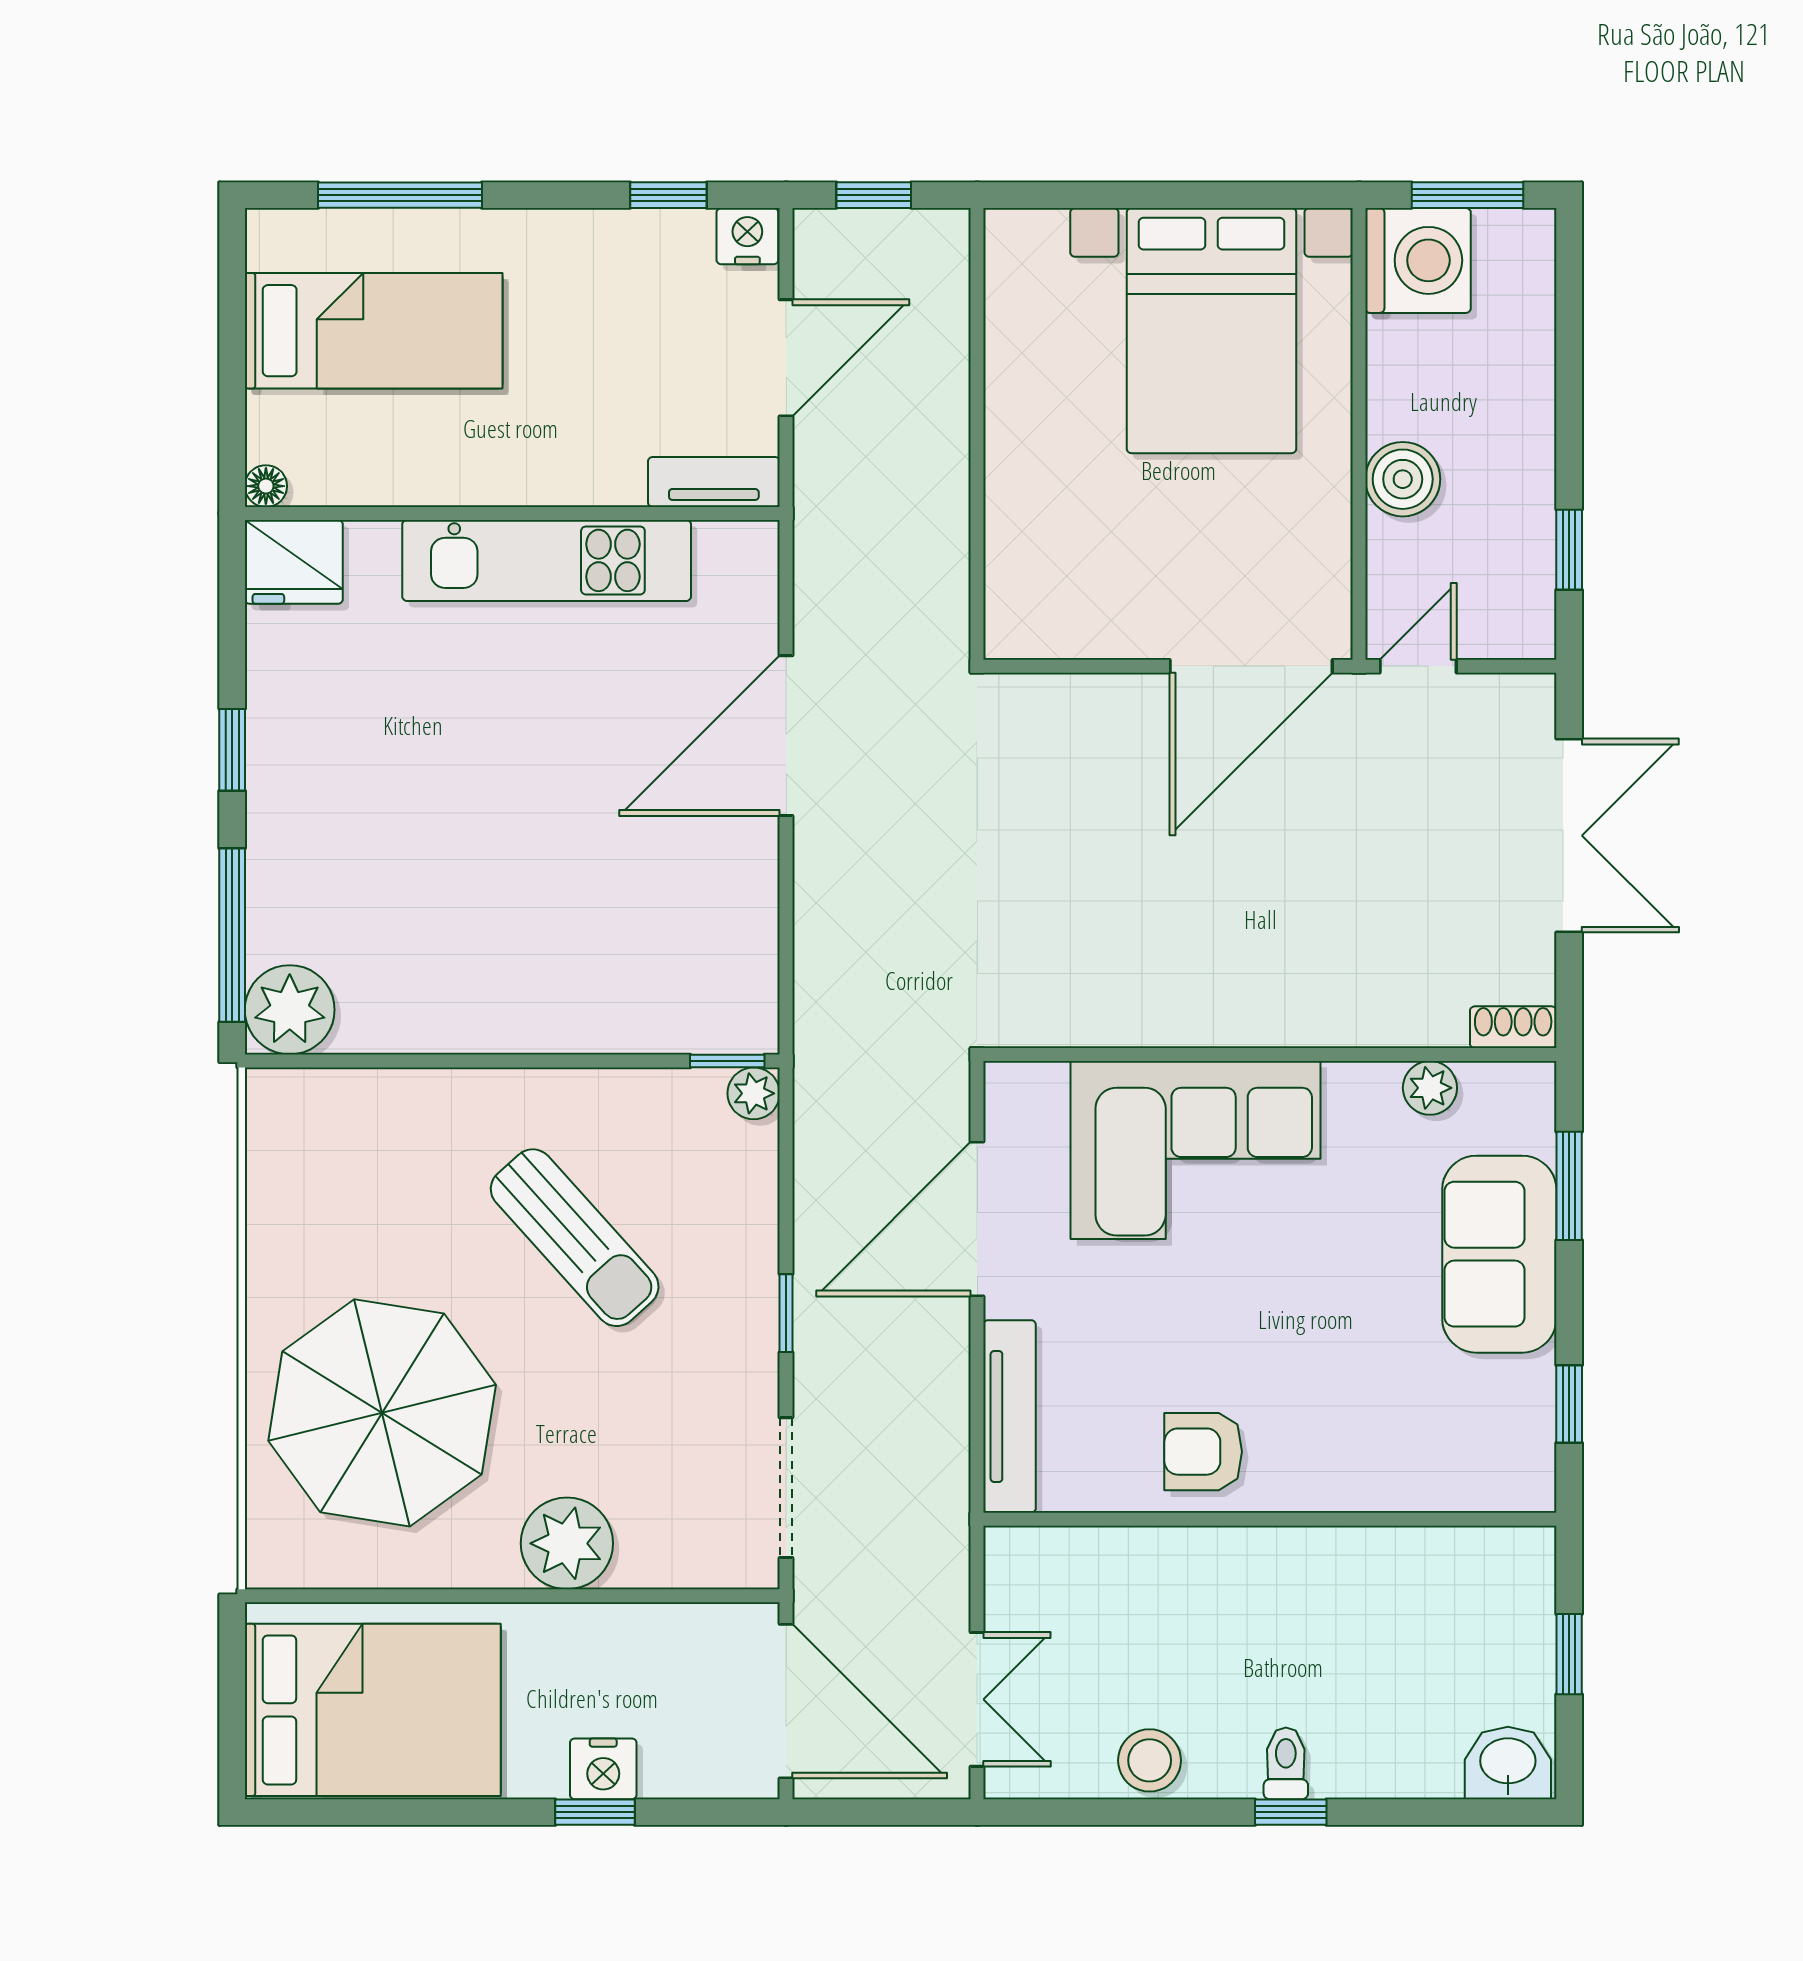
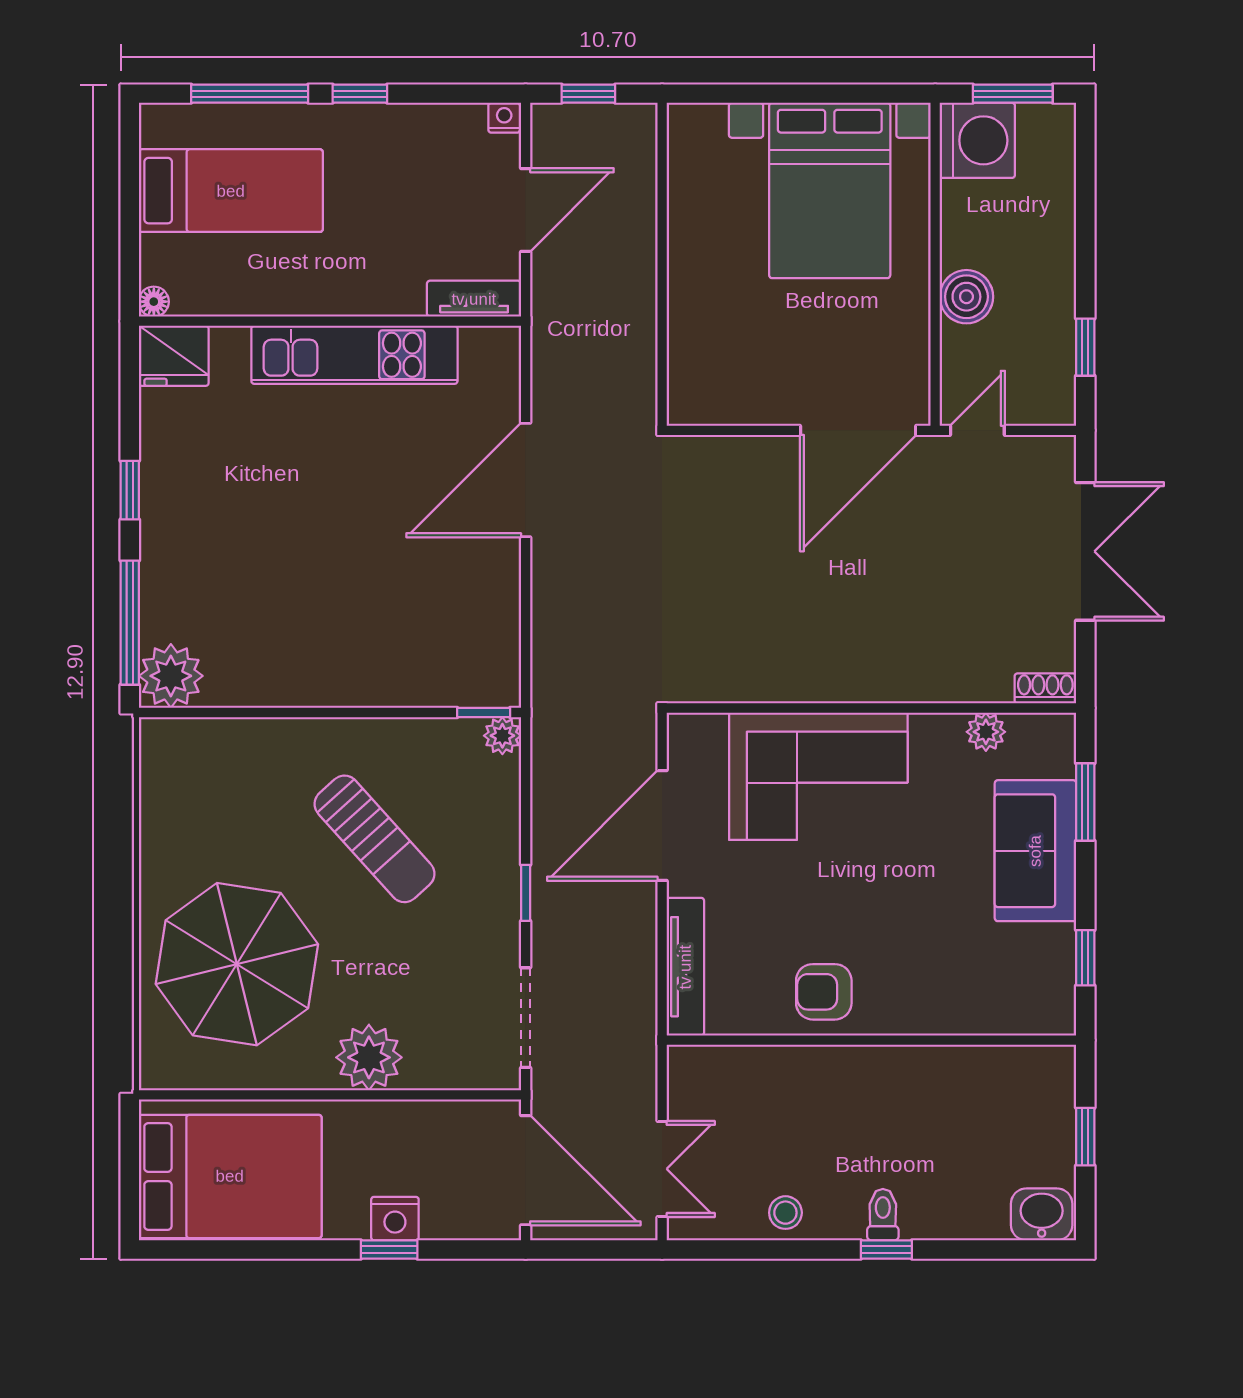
window: (668, 195) -> (360, 94), moved
nightstand: (747, 236) -> (504, 118), width x0.72, depth x0.74
stool: (1150, 1760) -> (785, 1213), width x0.73, depth x0.73

